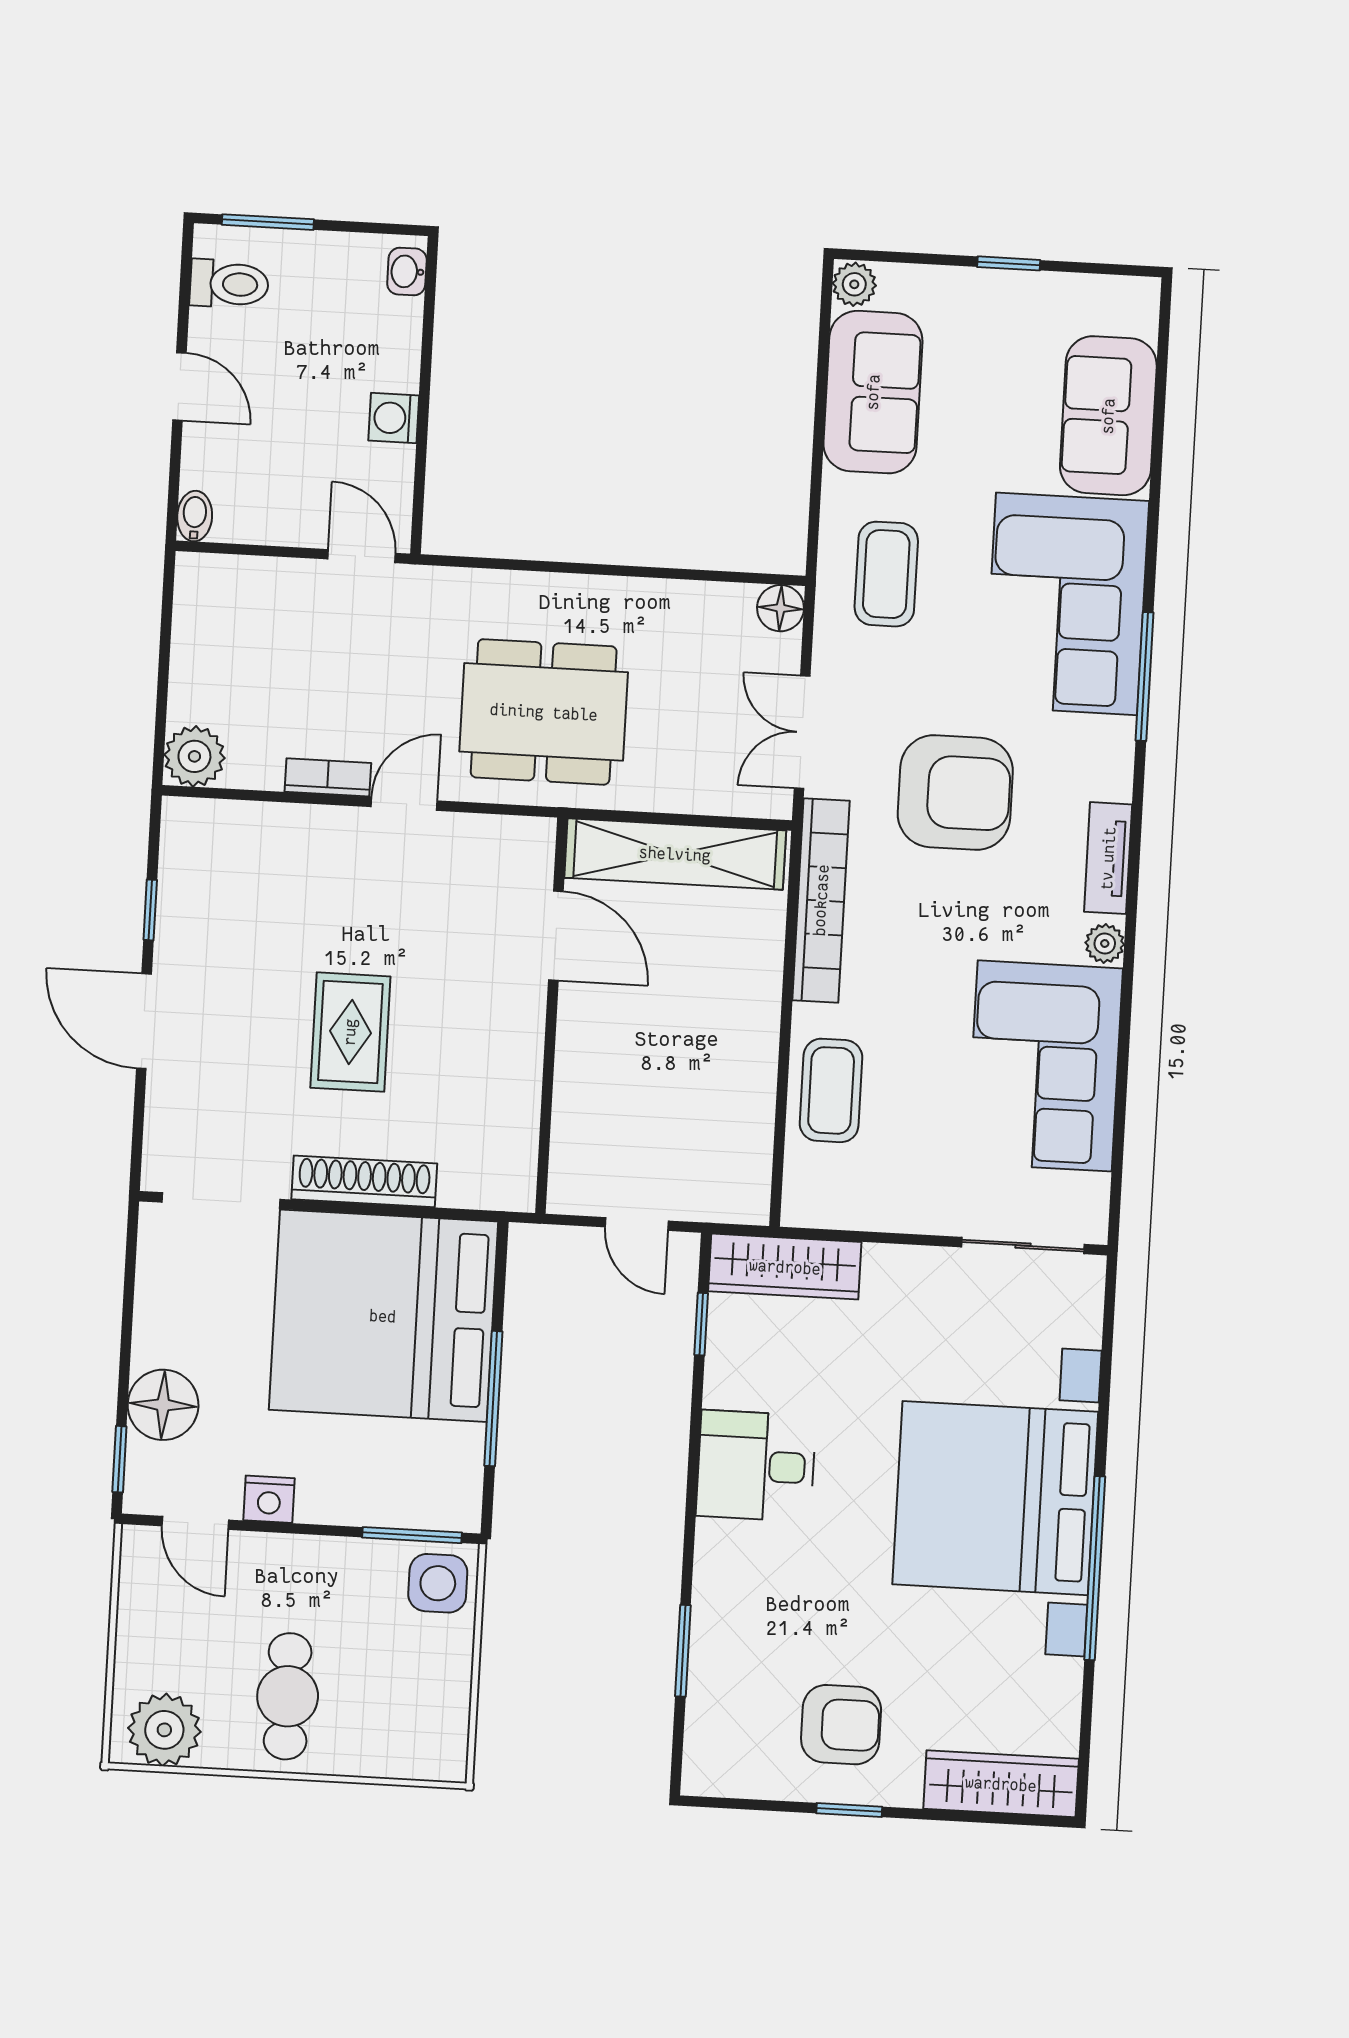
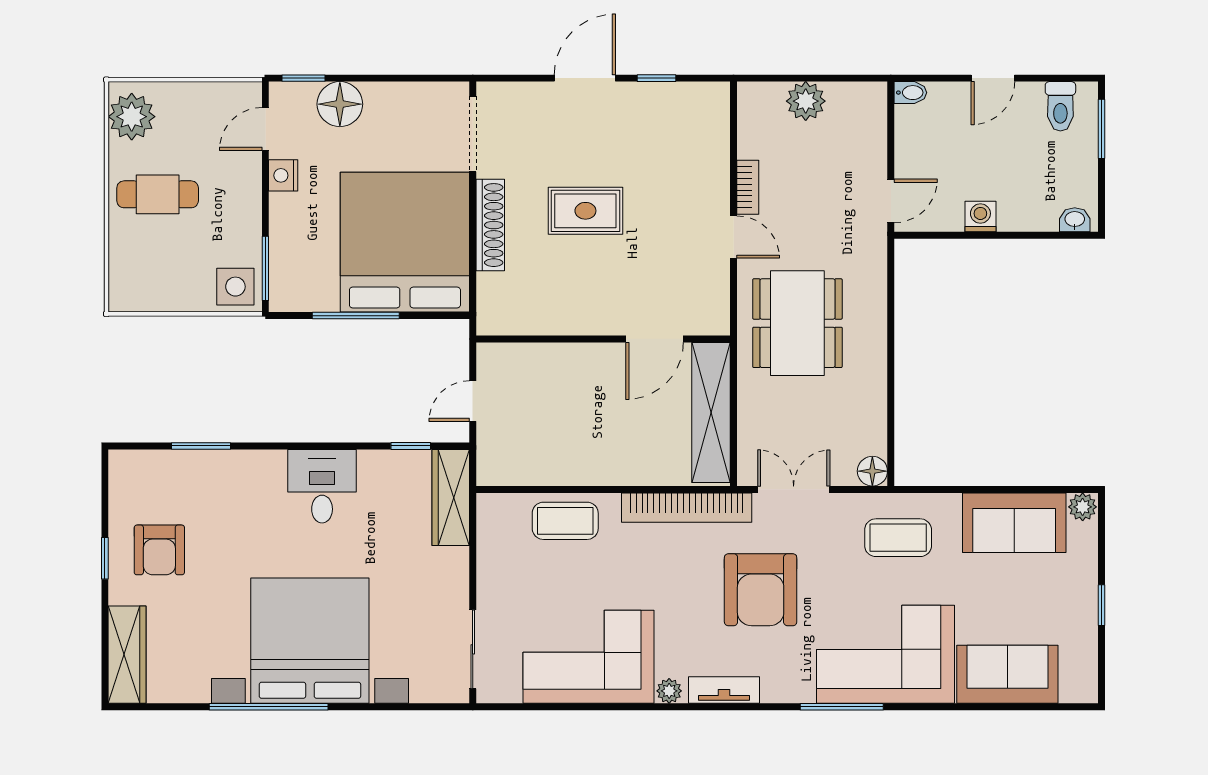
plant: (194, 756) -> (806, 101), moved

